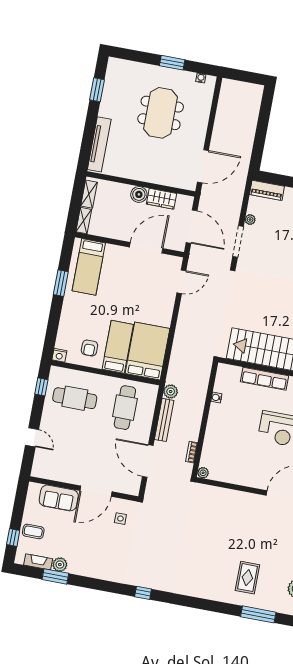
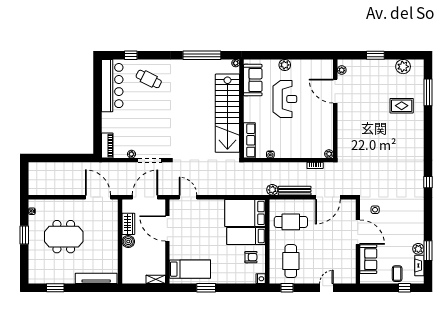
shelving: (89, 194) -> (135, 279), removed
row of seats: (265, 379) -> (249, 140), moved

